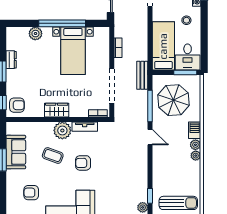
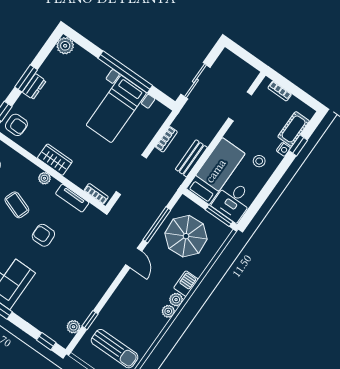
plant: (35, 34) -> (65, 46), moved
dresser: (11, 60) -> (34, 87), moved
bench: (142, 75) -> (191, 158), moved
plant: (62, 130) -> (44, 178), width x0.53, depth x0.53

